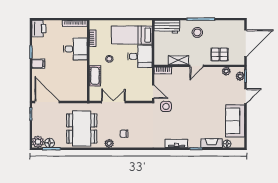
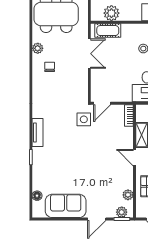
cot: (95, 76) -> (108, 31), moved
plant: (81, 84) -> (111, 13), added
door: (246, 96) -> (97, 219), hinge flipped
fireplace: (212, 143) -> (38, 176), removed

